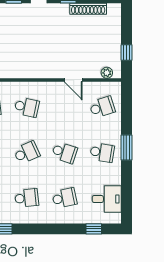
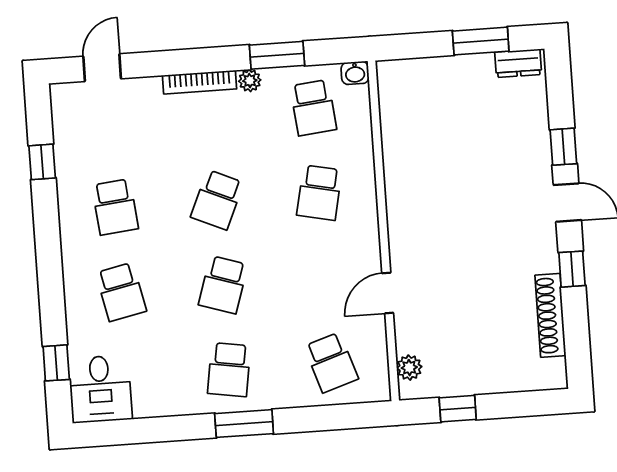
school desk: (27, 153) -> (217, 200), turned 48
desk: (107, 199) -> (100, 389), moved

